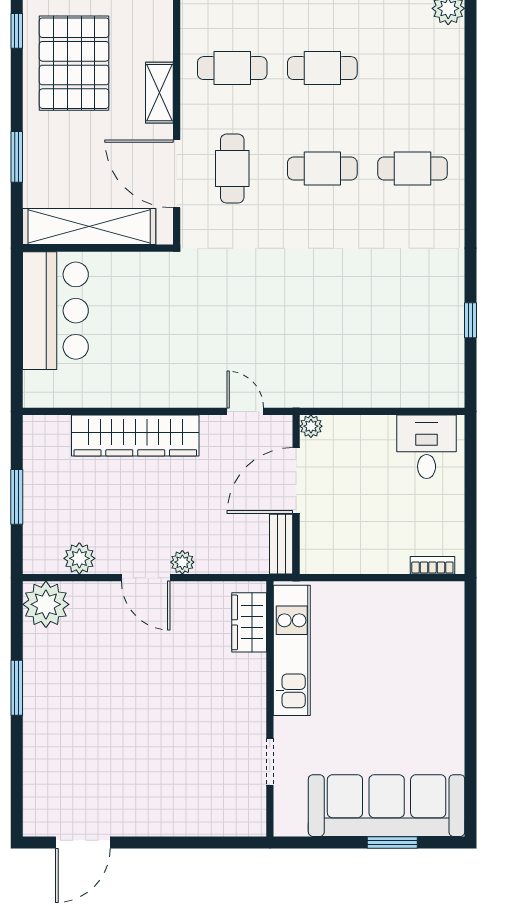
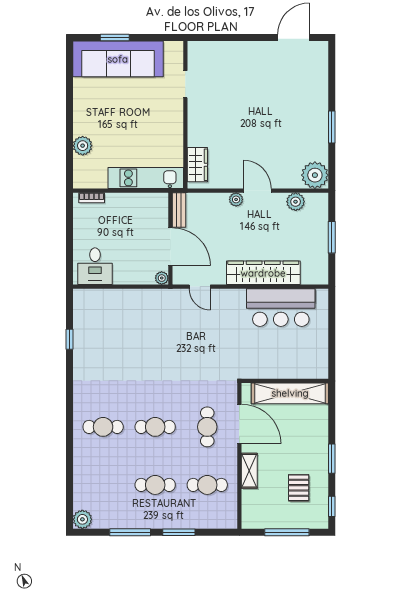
pallet: (74, 63) -> (299, 488), width x0.49, depth x0.50
window: (17, 157) -> (332, 459), moved
bar counter: (55, 311) -> (281, 308), moved, turned -90
door: (296, 480) -> (170, 247), hinge flipped
kitchen unit: (292, 650) -> (146, 178), moved, turned 90
plant: (448, 655) -> (83, 146), added

